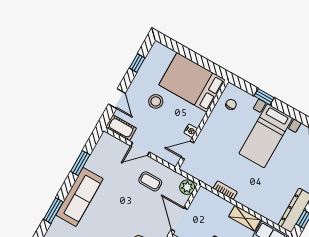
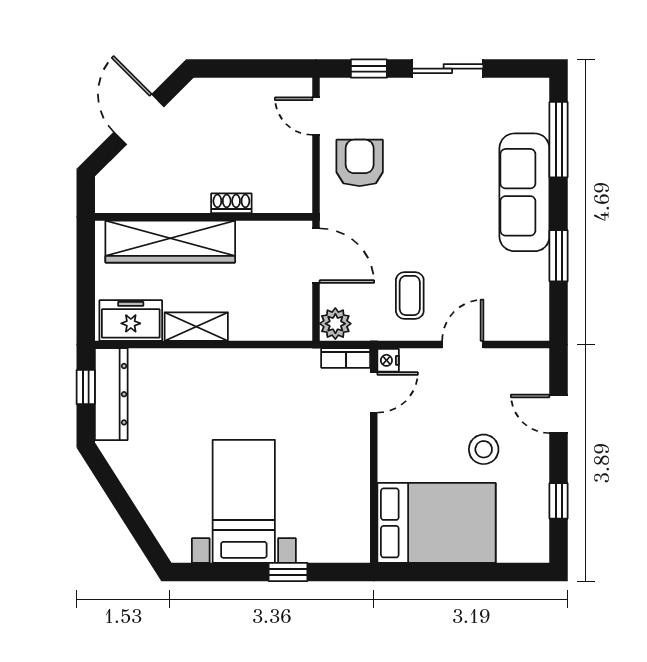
chair: (231, 104) -> (341, 523), removed
cot: (121, 128) -> (520, 364), removed
nightstand: (191, 131) -> (388, 360), moved
coffee table: (150, 181) -> (410, 295), turned 90
bookcase: (225, 190) -> (346, 358), moved
window: (53, 211) -> (559, 140), width x1.44

